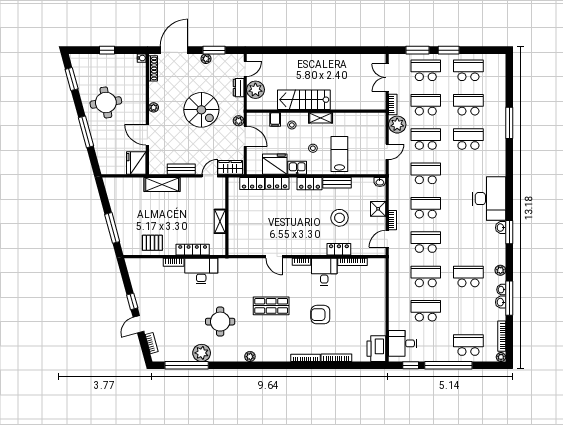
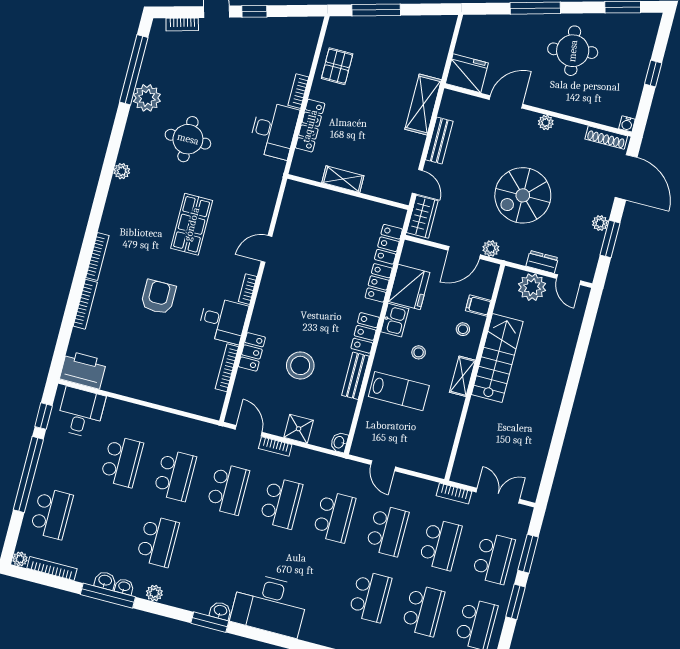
plant: (397, 125) -> (421, 492), removed

